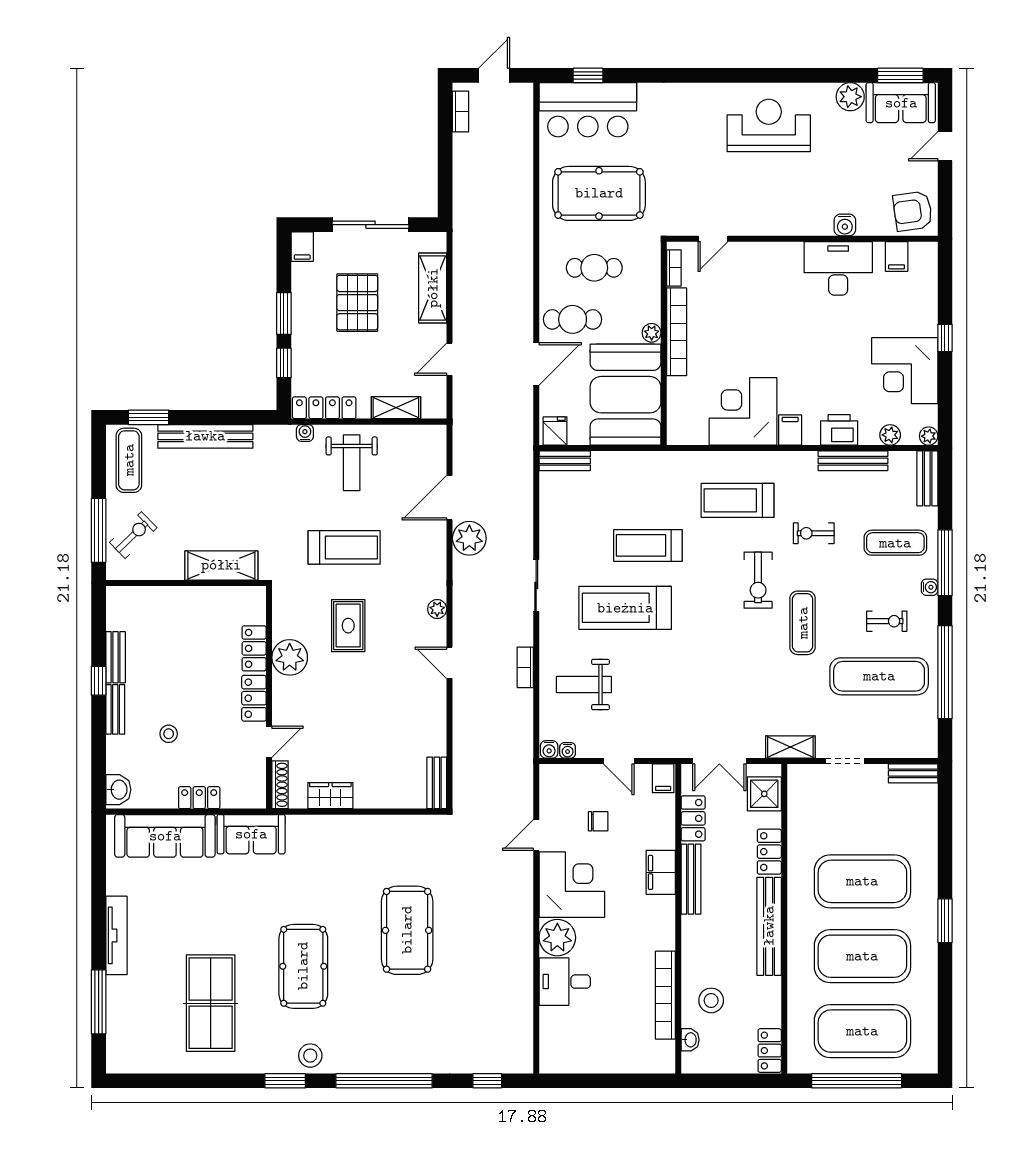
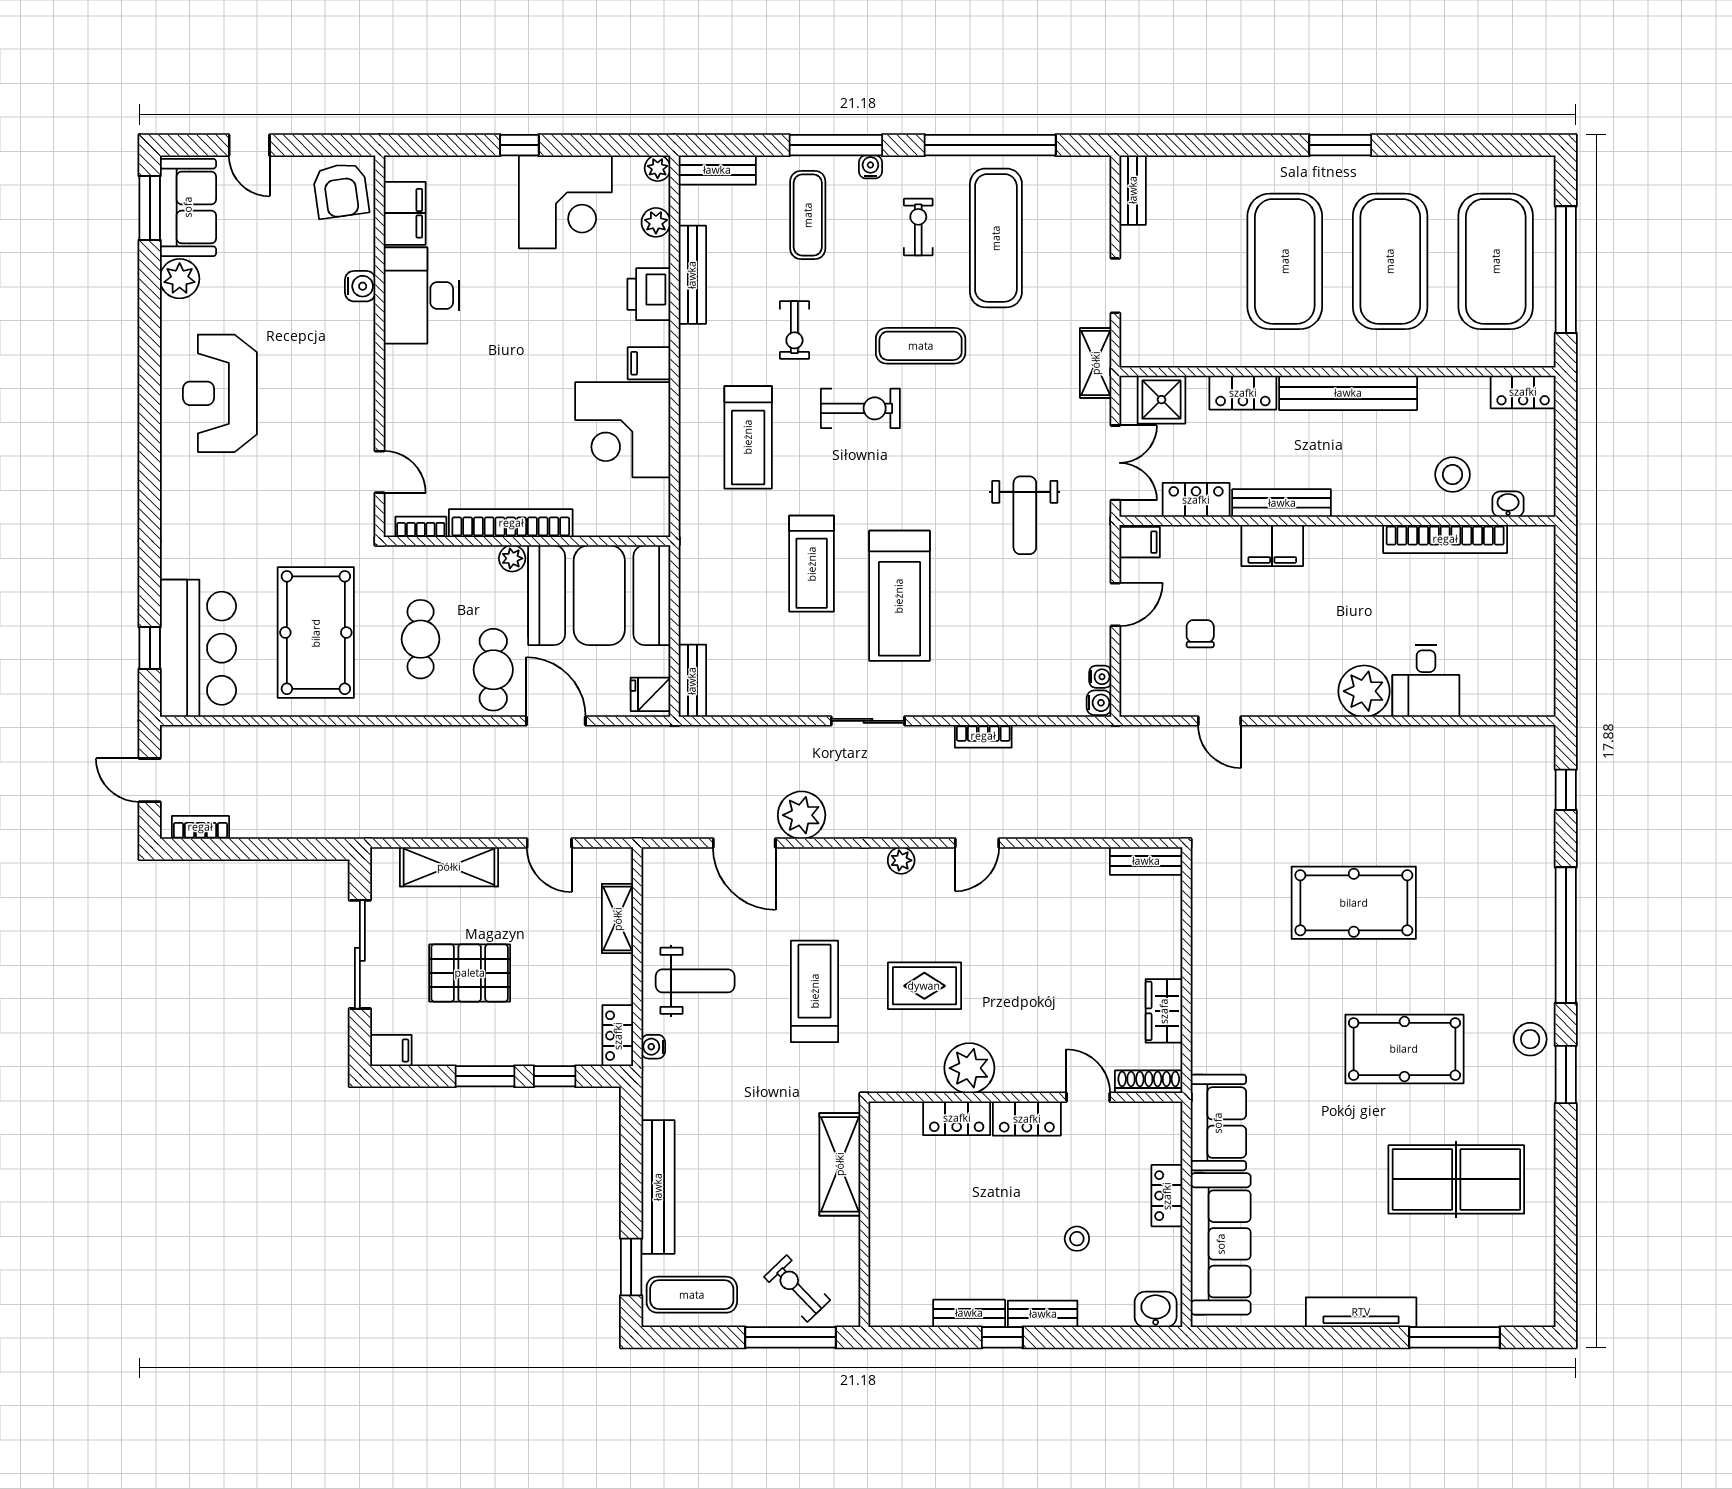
filing cabinet: (897, 256) -> (405, 213), width x2.00
locker: (324, 408) -> (618, 1036), width x0.66
weight bench: (584, 684) -> (1025, 515), moved
corner desk: (572, 885) -> (1290, 671), removed

